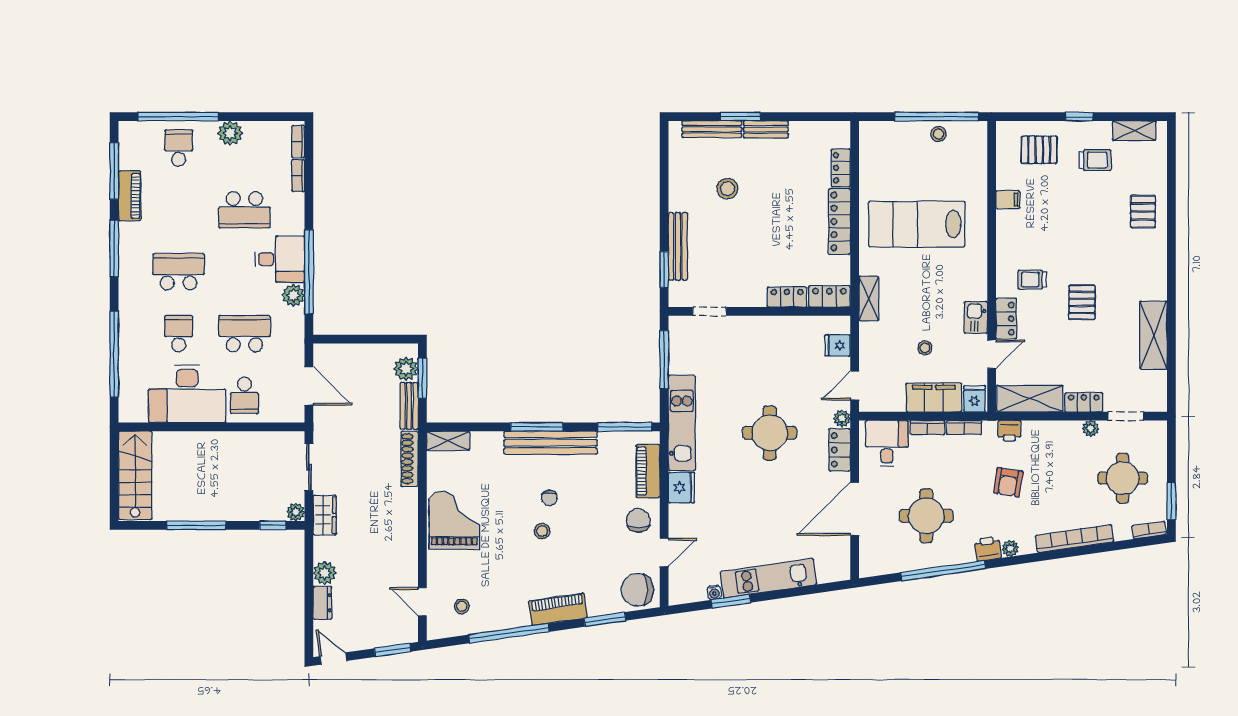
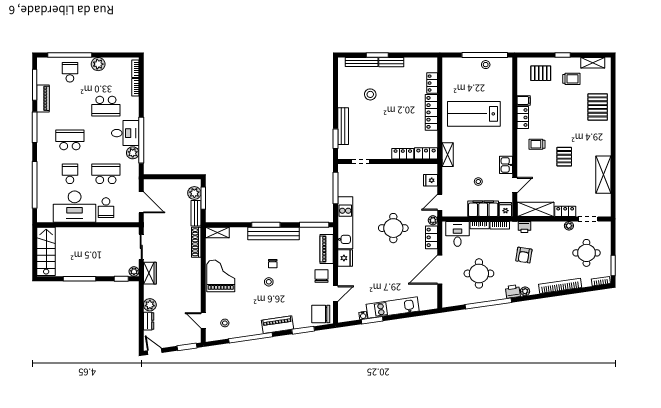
pallet: (1143, 212) -> (598, 107), width x1.50, depth x1.42
locker: (1006, 319) -> (523, 117), moved

